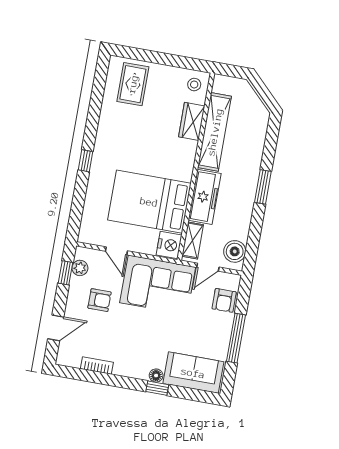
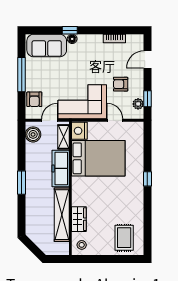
armchair: (224, 300) -> (34, 99), turned 180

